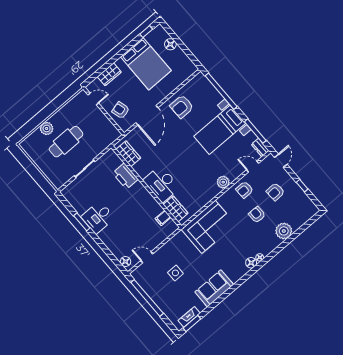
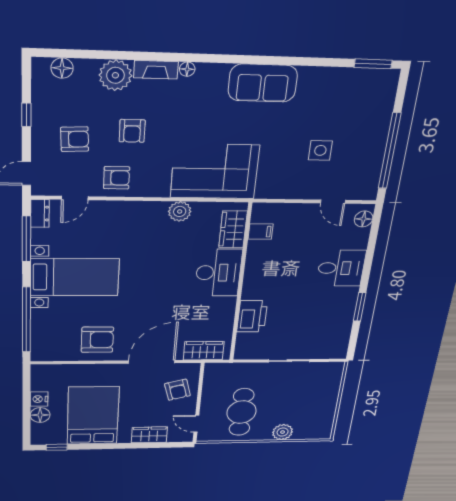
nightstand: (179, 53) -> (39, 399), added
cafe table: (66, 142) -> (242, 412), moved, turned 90
wardrobe: (128, 154) -> (204, 351), moved, turned 90
door: (253, 166) -> (75, 198), hinge flipped
plant: (223, 182) -> (180, 211), moved
desk: (98, 217) -> (341, 268), moved
floor lamp: (251, 263) -> (62, 68), moved
sofa: (214, 288) -> (263, 83), moved
fireplace: (189, 317) -> (156, 70), moved

